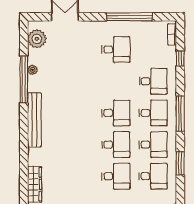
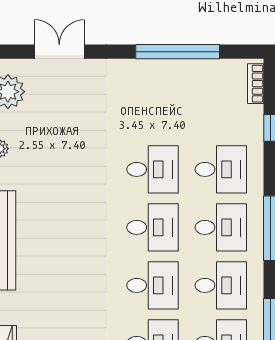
desk: (116, 50) -> (153, 169), moved

